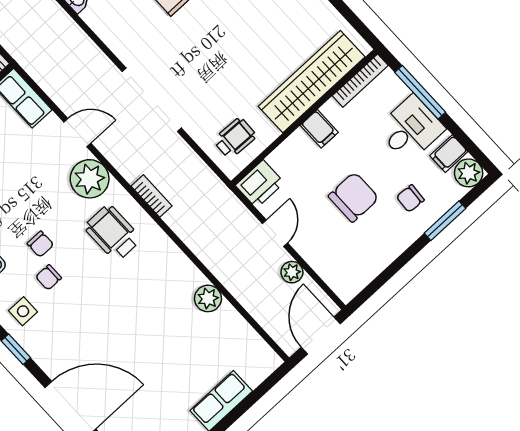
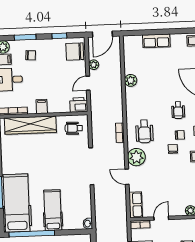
chair: (354, 197) -> (75, 52), moved
window: (390, 272) -> (59, 36), added
wheelchair: (86, 316) -> (178, 110), added

